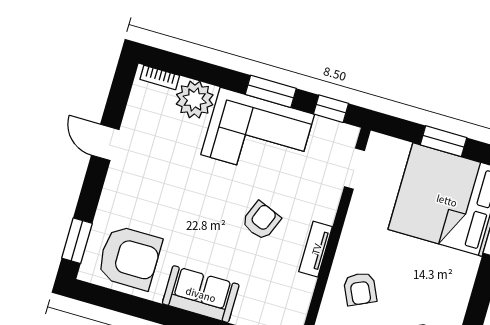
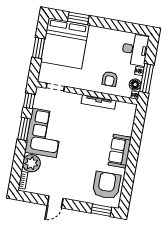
armchair: (261, 221) -> (83, 127), removed
tv unit: (316, 249) -> (99, 102), width x1.41
armchair: (360, 289) -> (110, 79), turned 115

